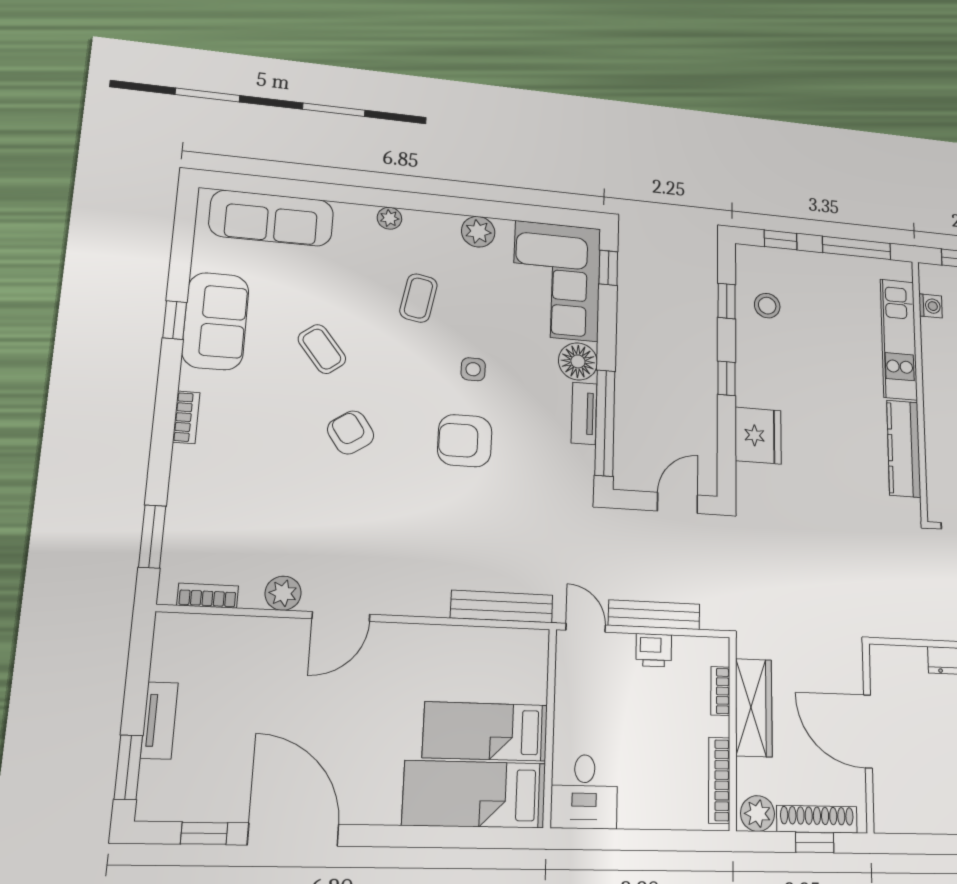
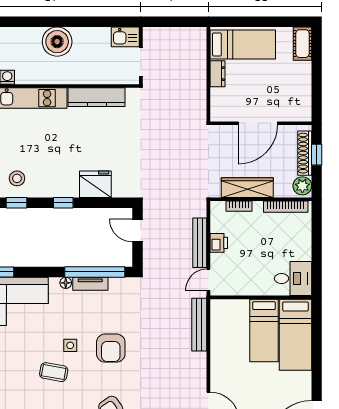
coffee table: (418, 298) -> (54, 372), moved
floor lamp: (578, 361) -> (66, 283), width x0.53, depth x0.53

